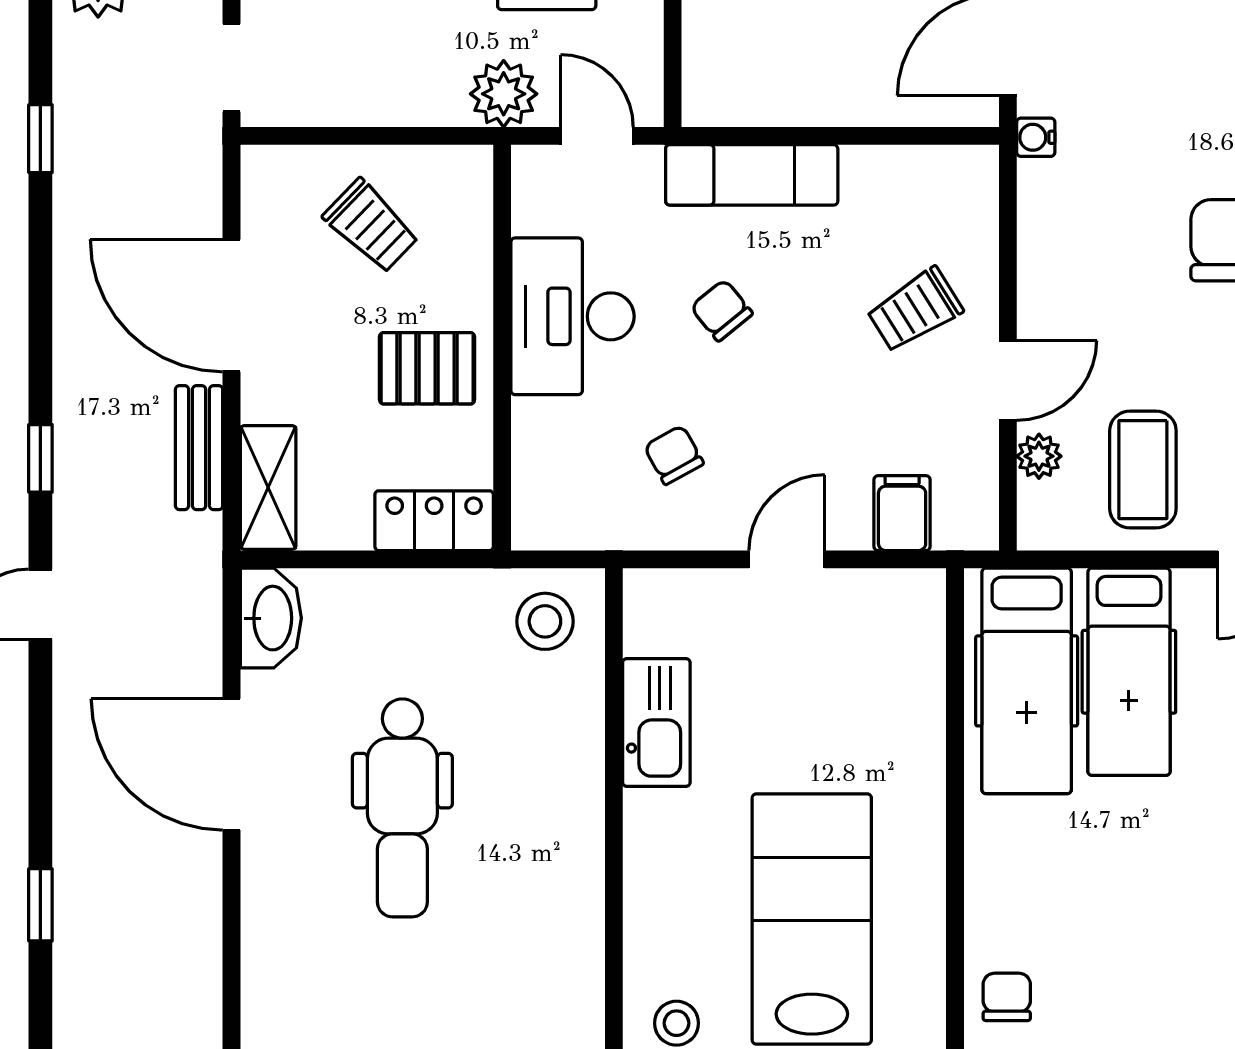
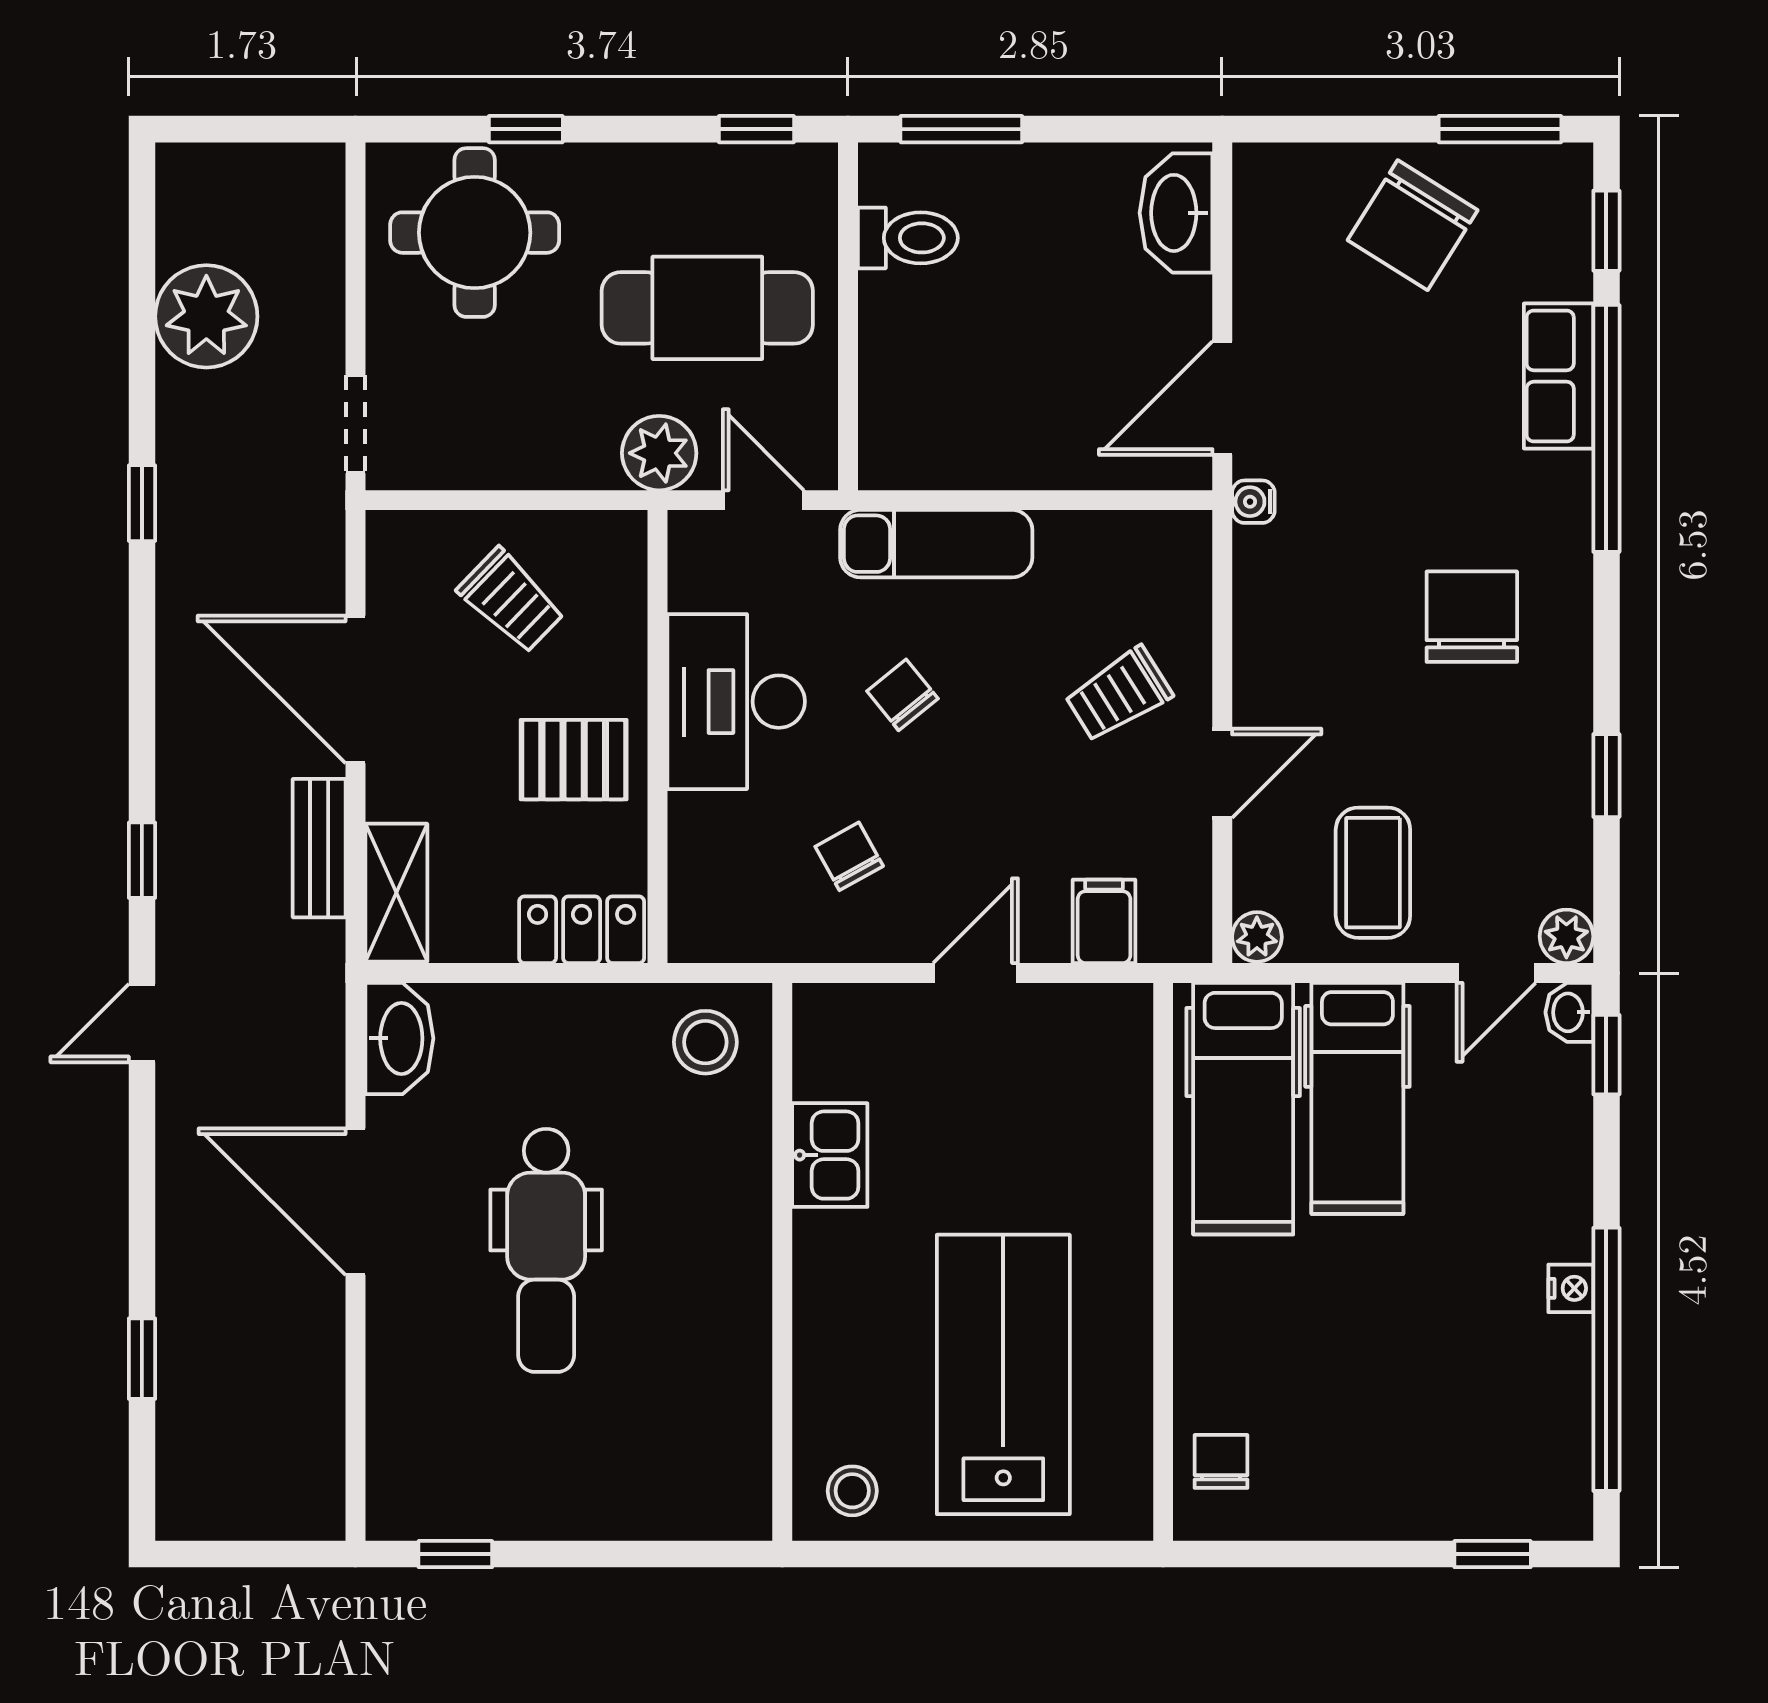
plant: (1039, 456) -> (1257, 937), moved
kitchen sink: (656, 723) -> (830, 1155), width x0.73

